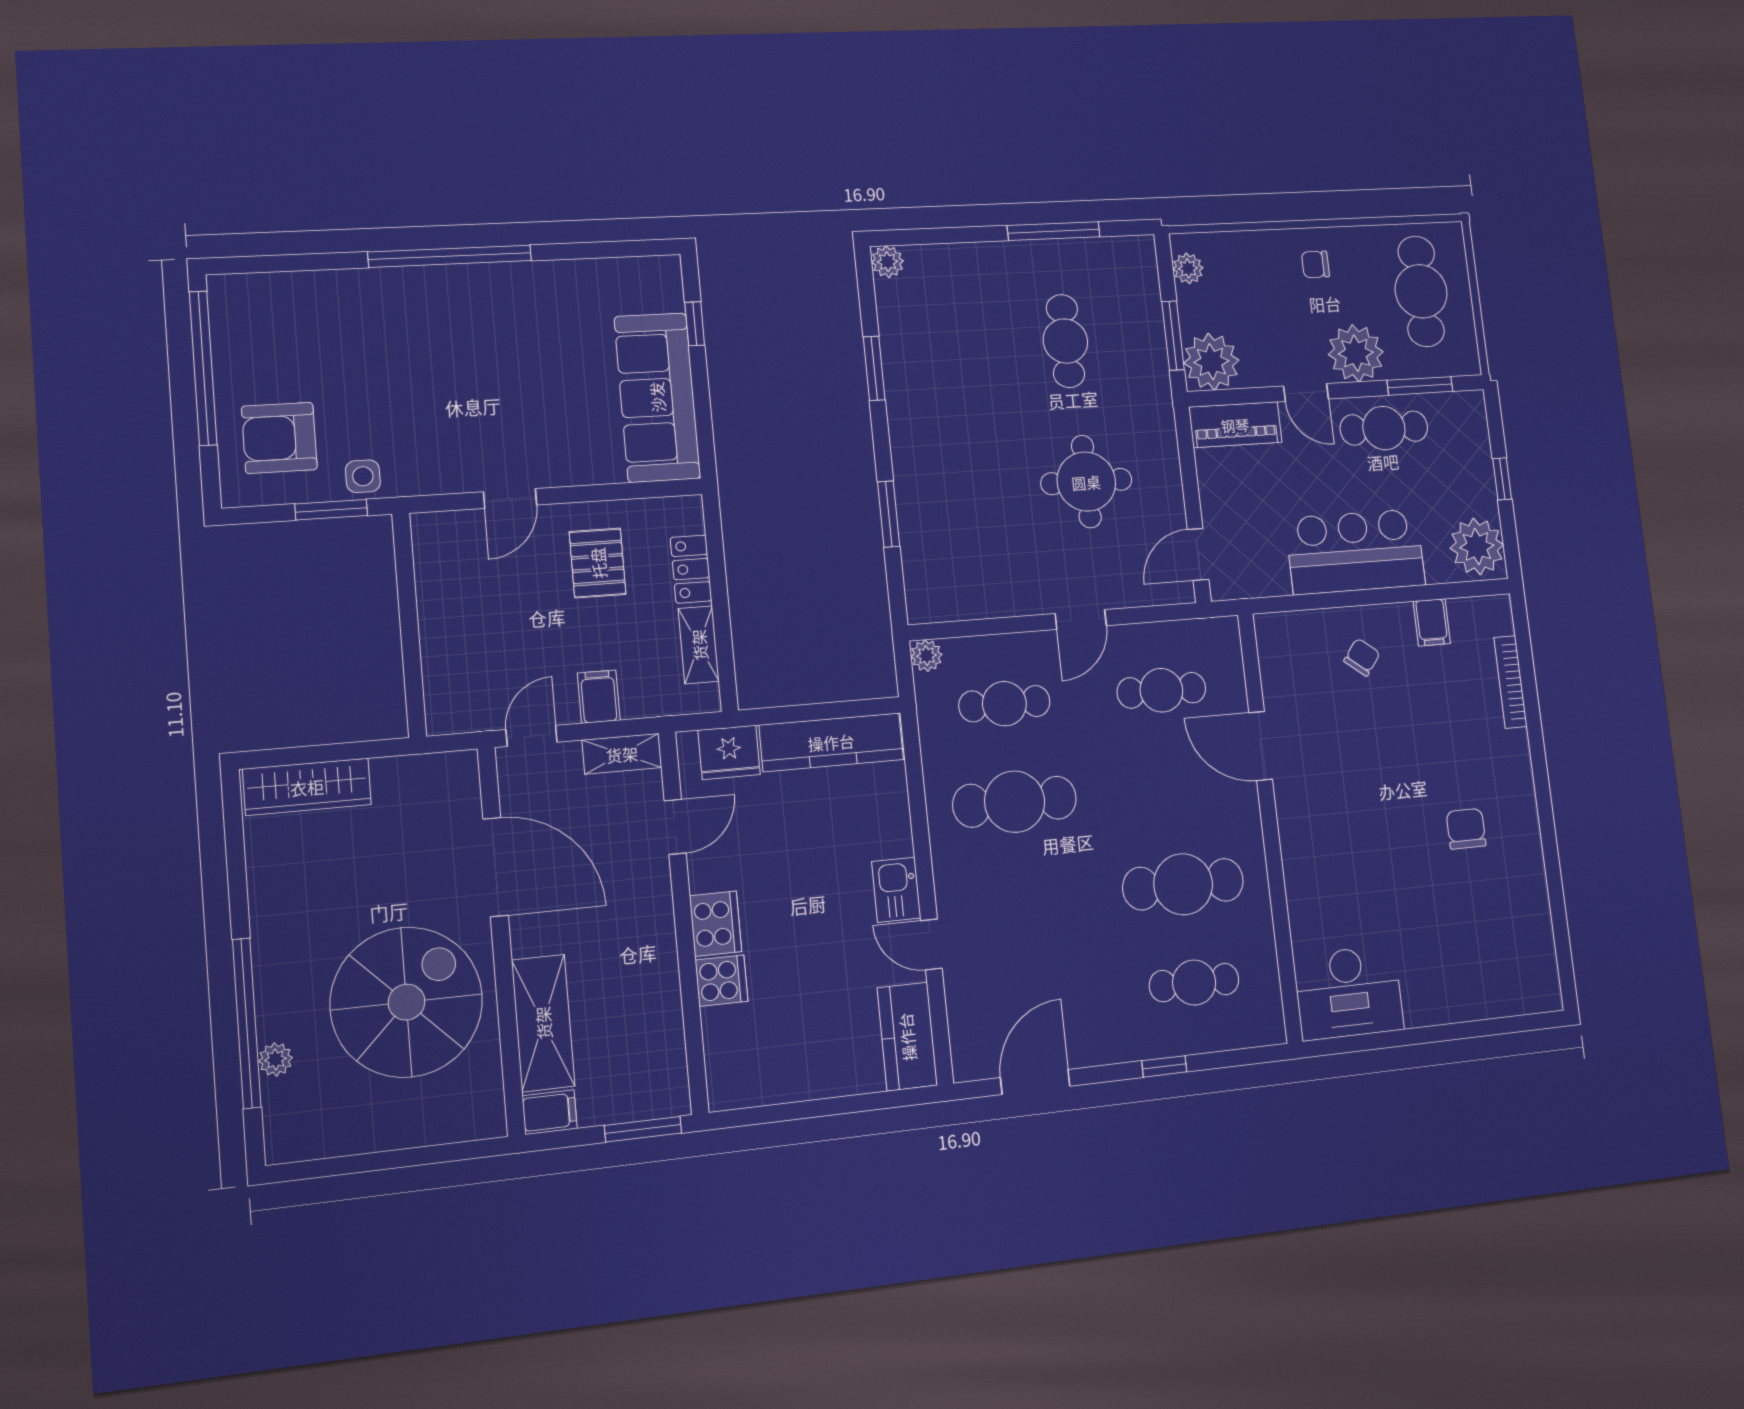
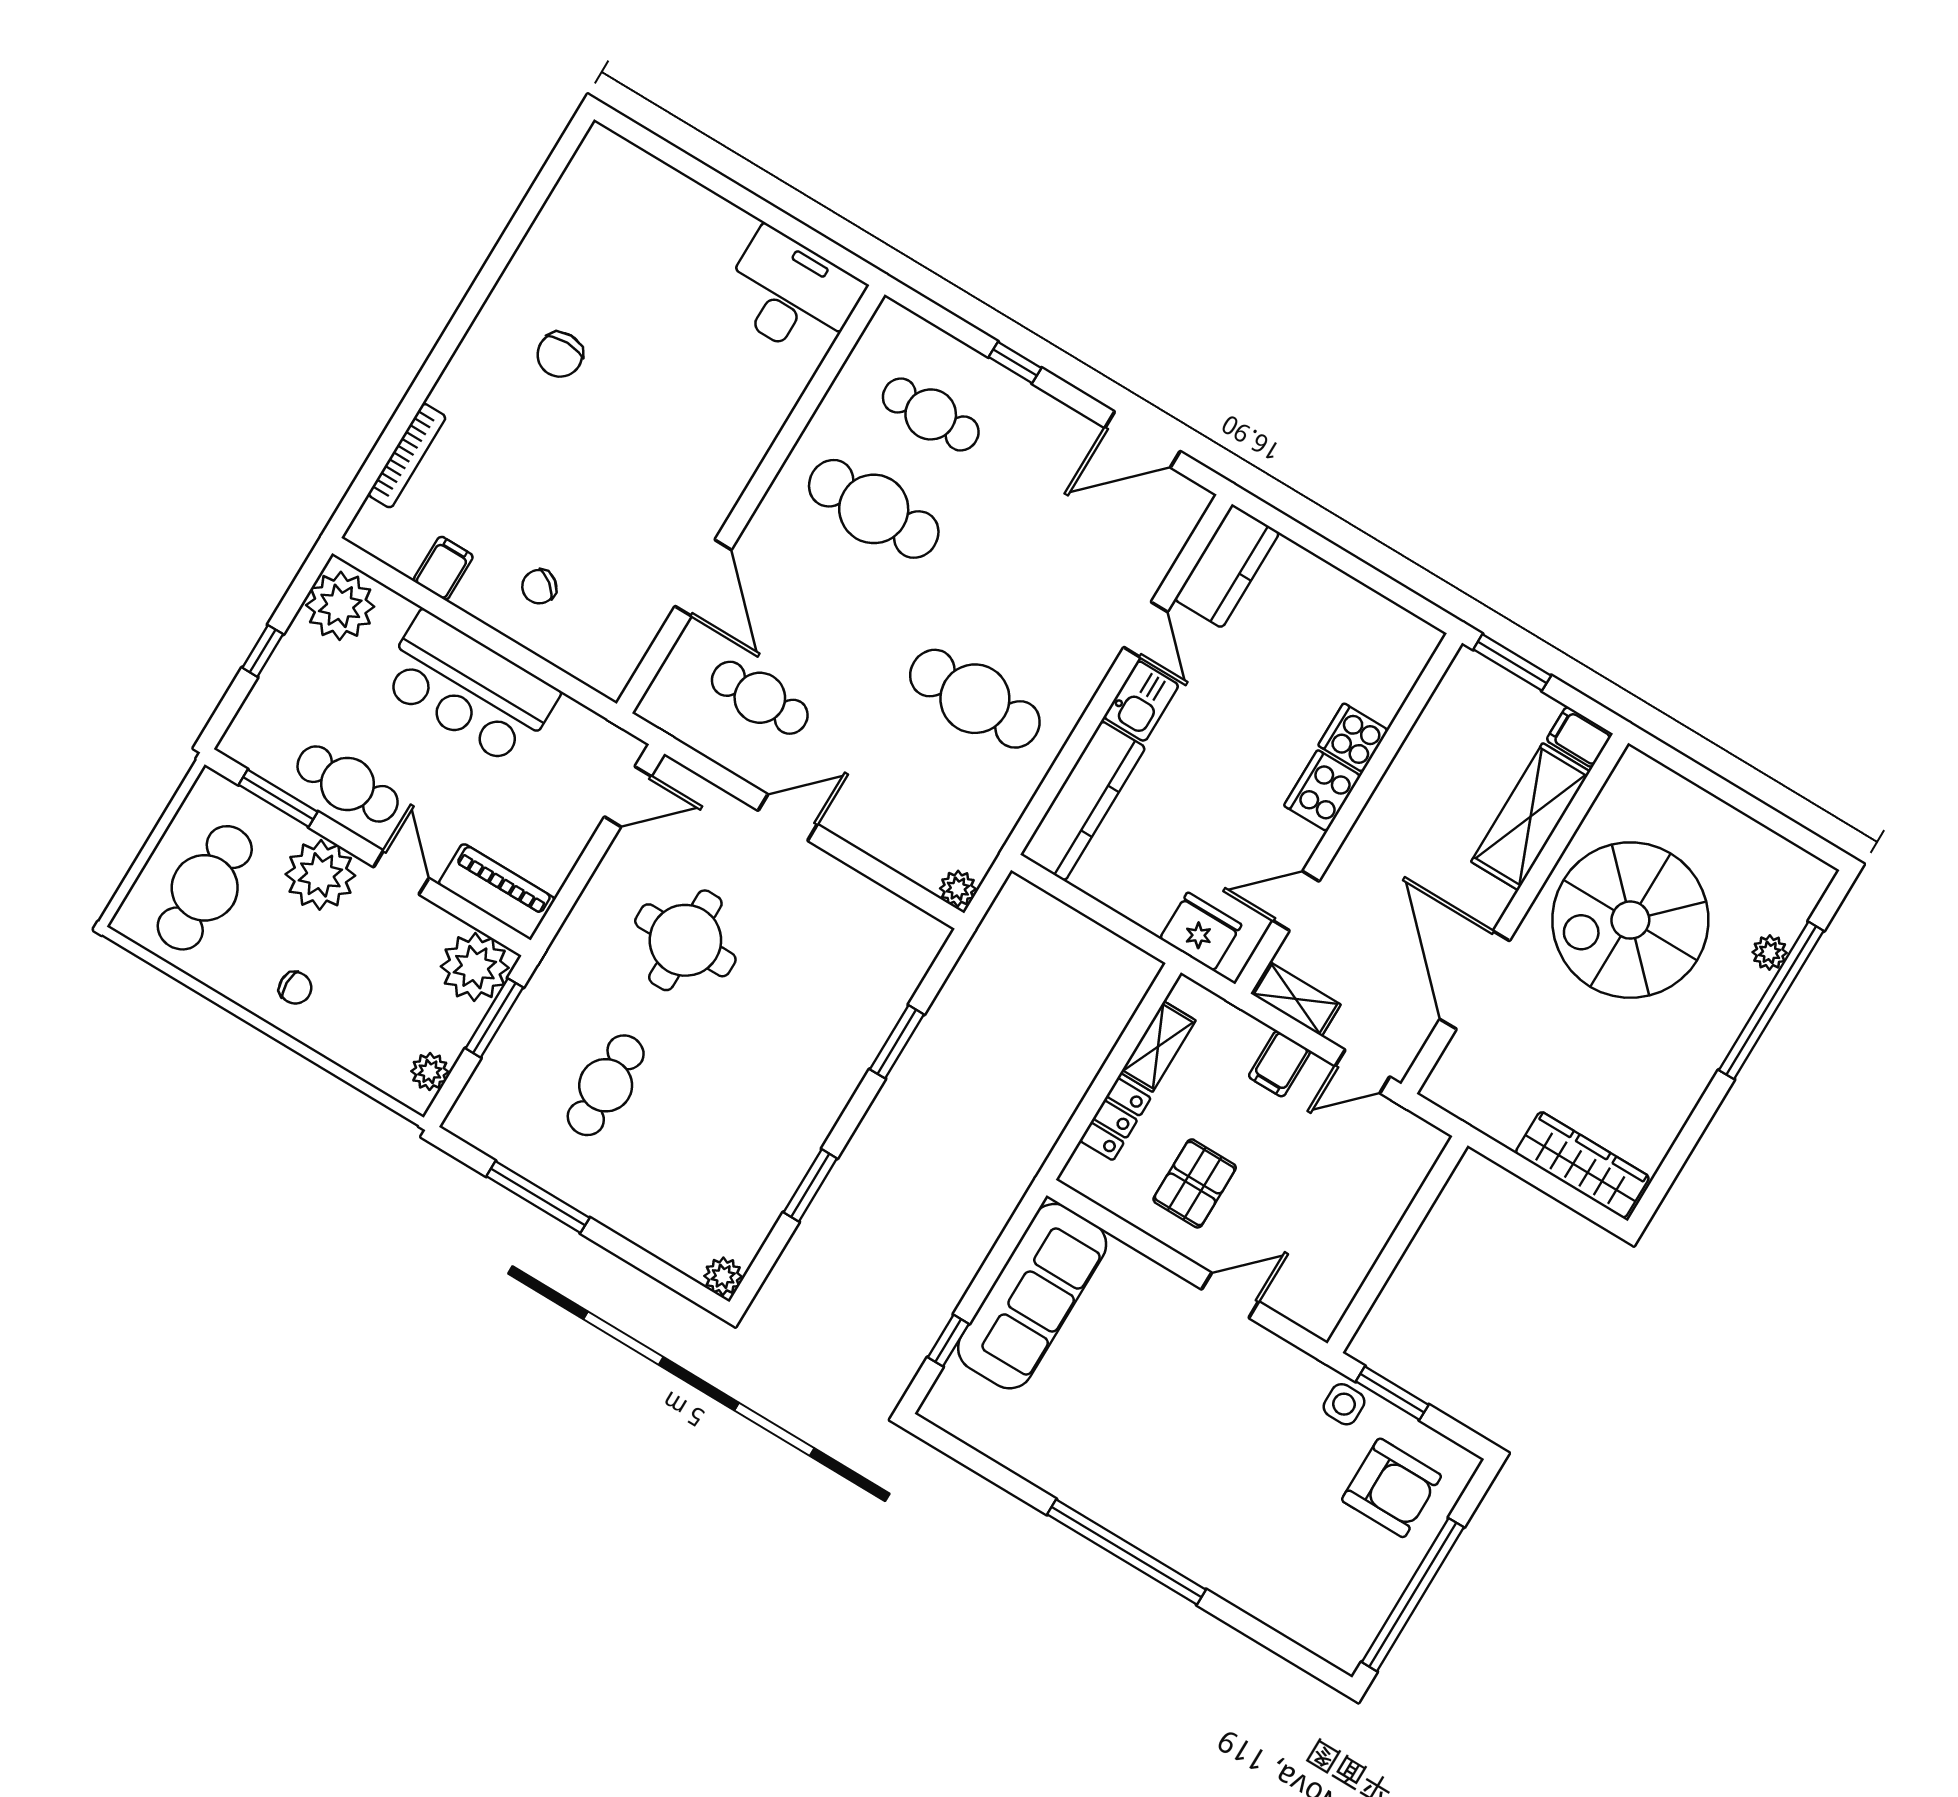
cafe table: (1004, 704) -> (918, 793), removed
kitchen counter: (831, 742) -> (1083, 801), moved, turned 90

